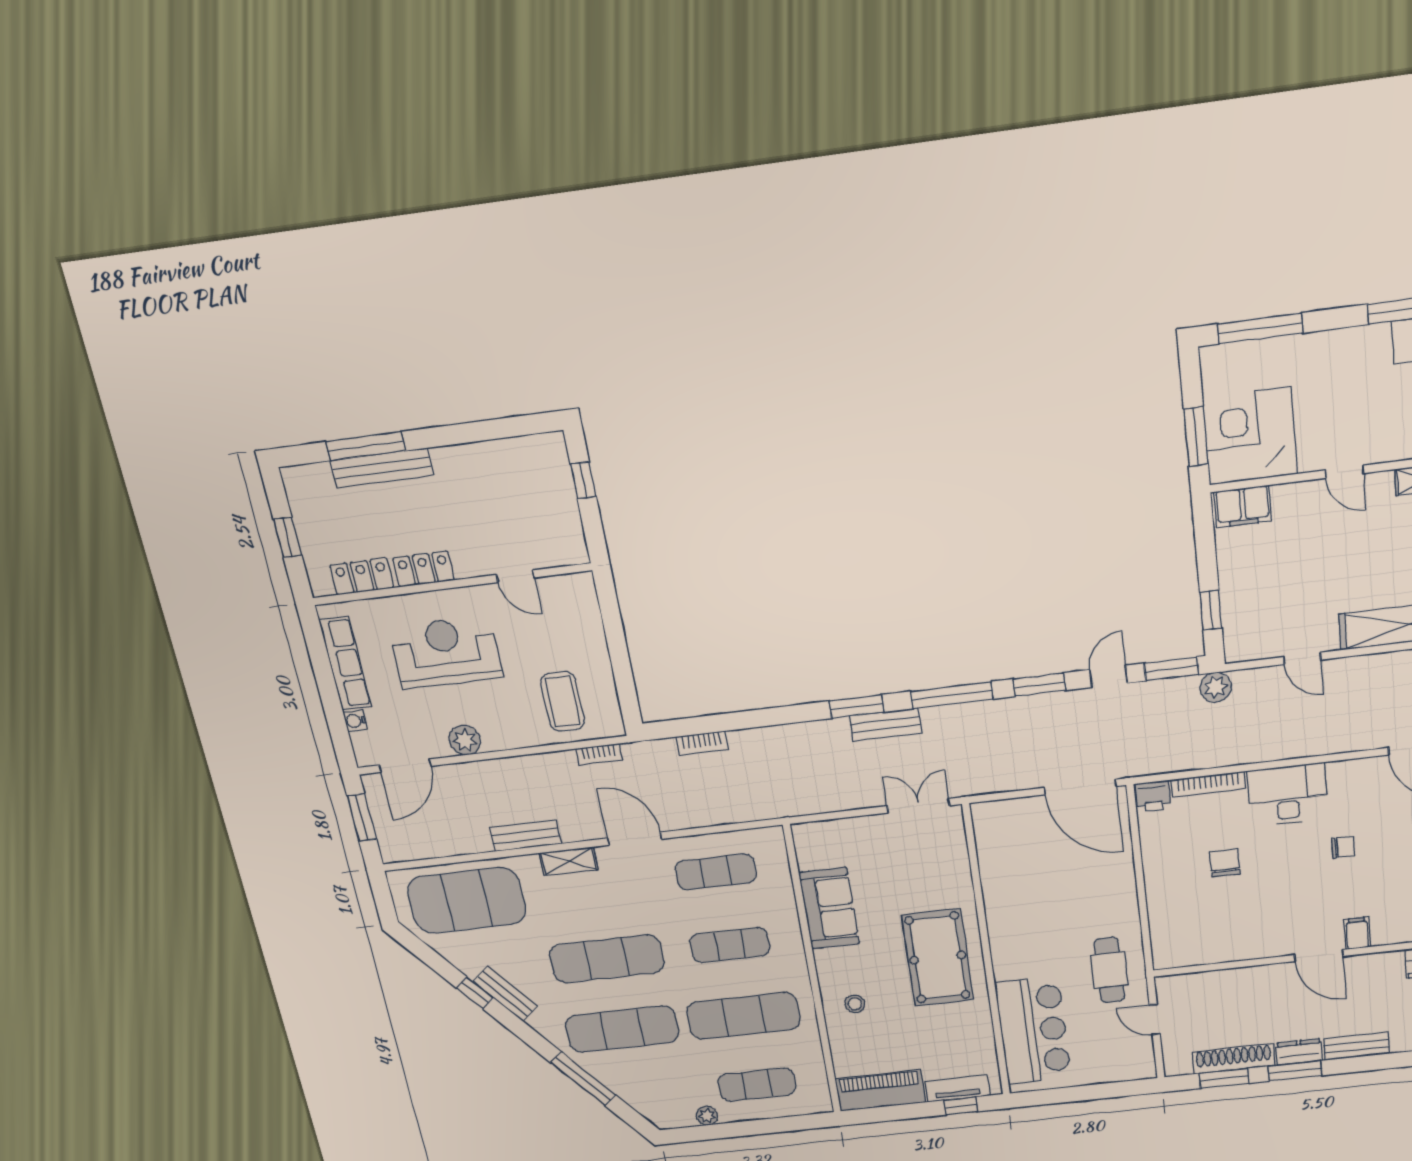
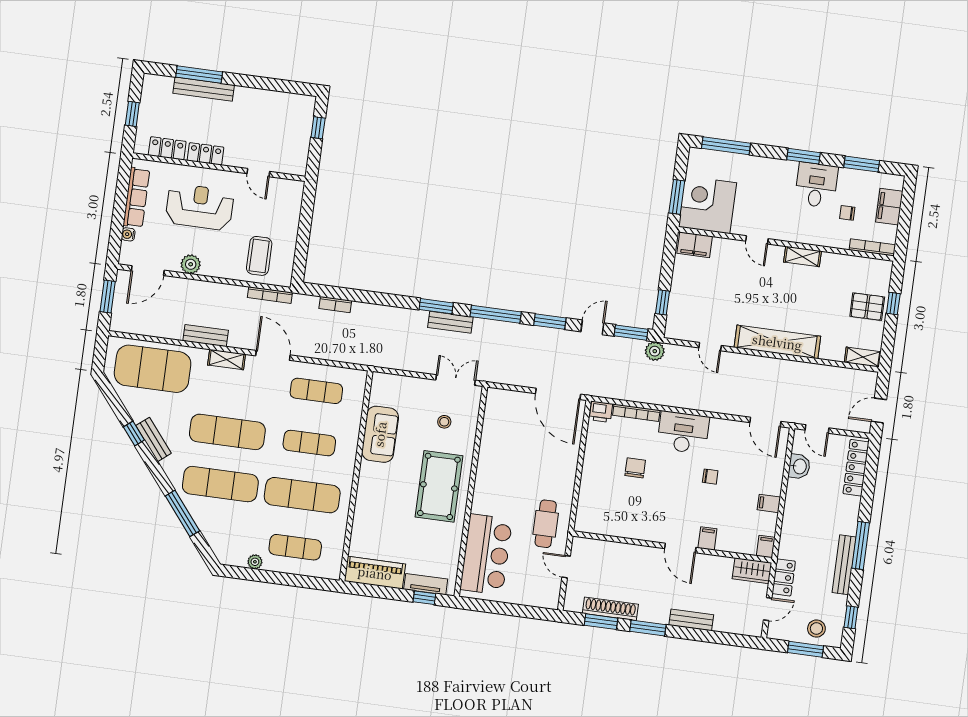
bookcase: (599, 754) -> (270, 295), width x1.56
stool: (855, 1004) -> (444, 422), moved
dresser: (1299, 1052) -> (654, 615), removed

